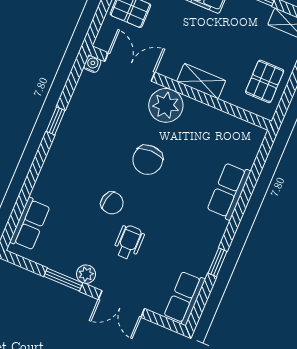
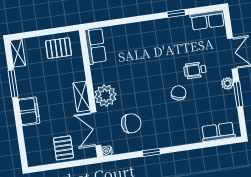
shelving: (201, 81) -> (82, 97), moved
chair: (148, 160) -> (131, 123), moved
row of seats: (229, 191) -> (96, 46), moved, turned -90

